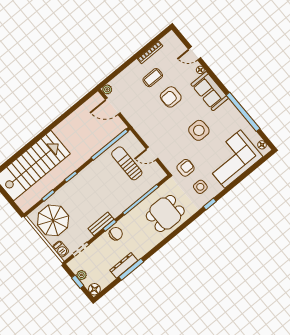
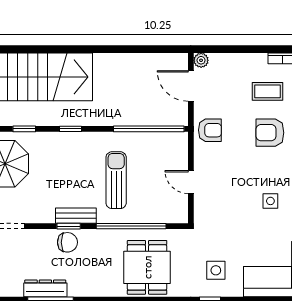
side table: (199, 130) -> (270, 201), width x0.54, depth x0.54
sun lounger: (127, 163) -> (116, 180), moved
armchair: (186, 168) -> (210, 130), moved
dining table: (165, 213) -> (147, 267), turned 90
bench: (101, 224) -> (76, 216), moved

